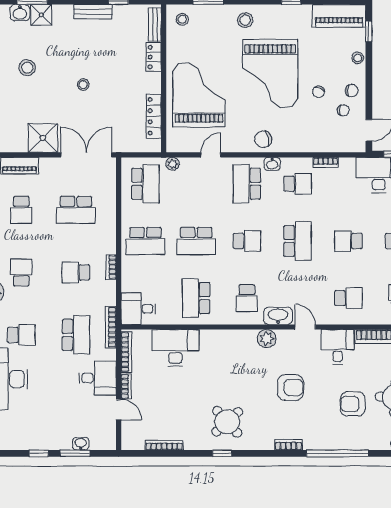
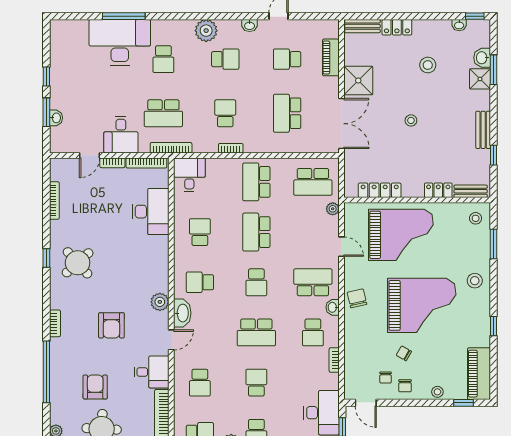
grand piano: (270, 74) -> (422, 305), turned 180
school desk: (196, 298) -> (200, 232), width x0.54

